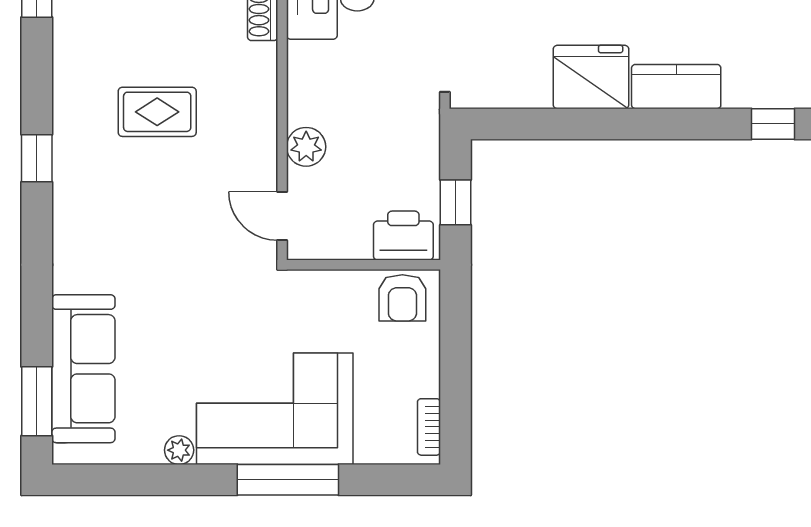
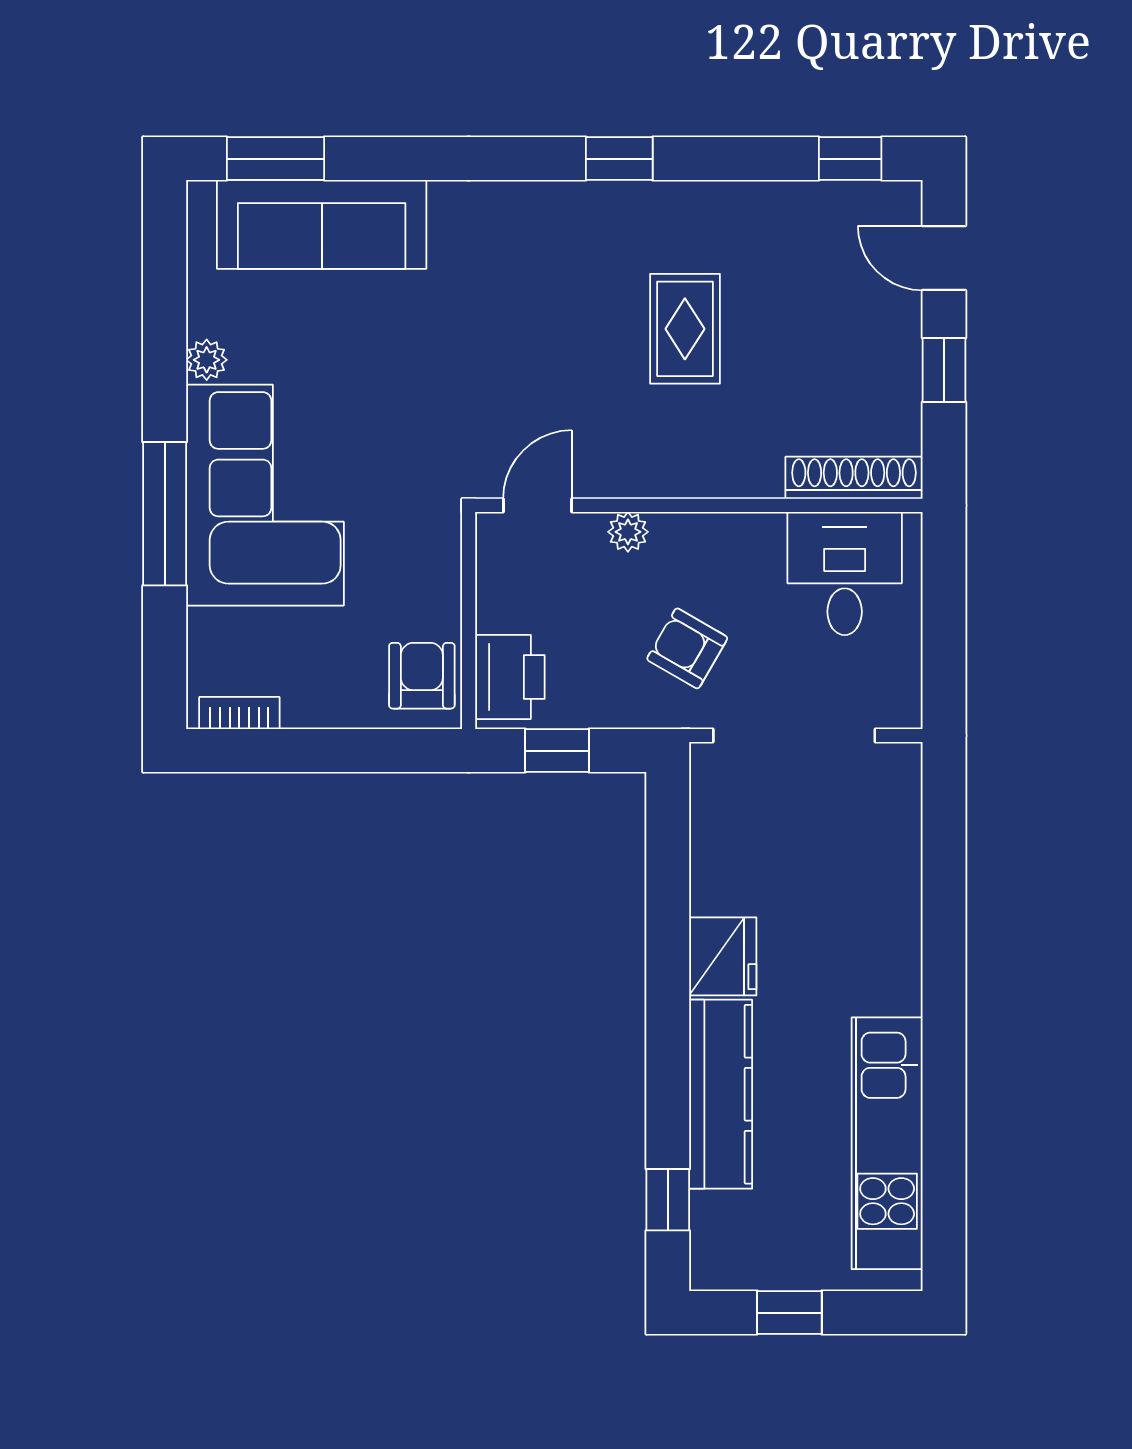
fridge: (591, 77) -> (723, 956), width x0.73, depth x0.75
kitchen counter: (676, 87) -> (721, 1094), width x1.50
armchair: (383, 110) -> (687, 648), added
plant: (306, 147) -> (628, 532), width x0.73, depth x0.73
armchair: (402, 298) -> (422, 676), turned 90

